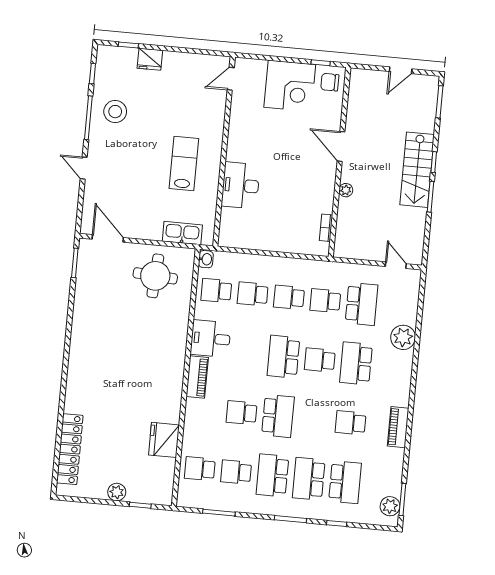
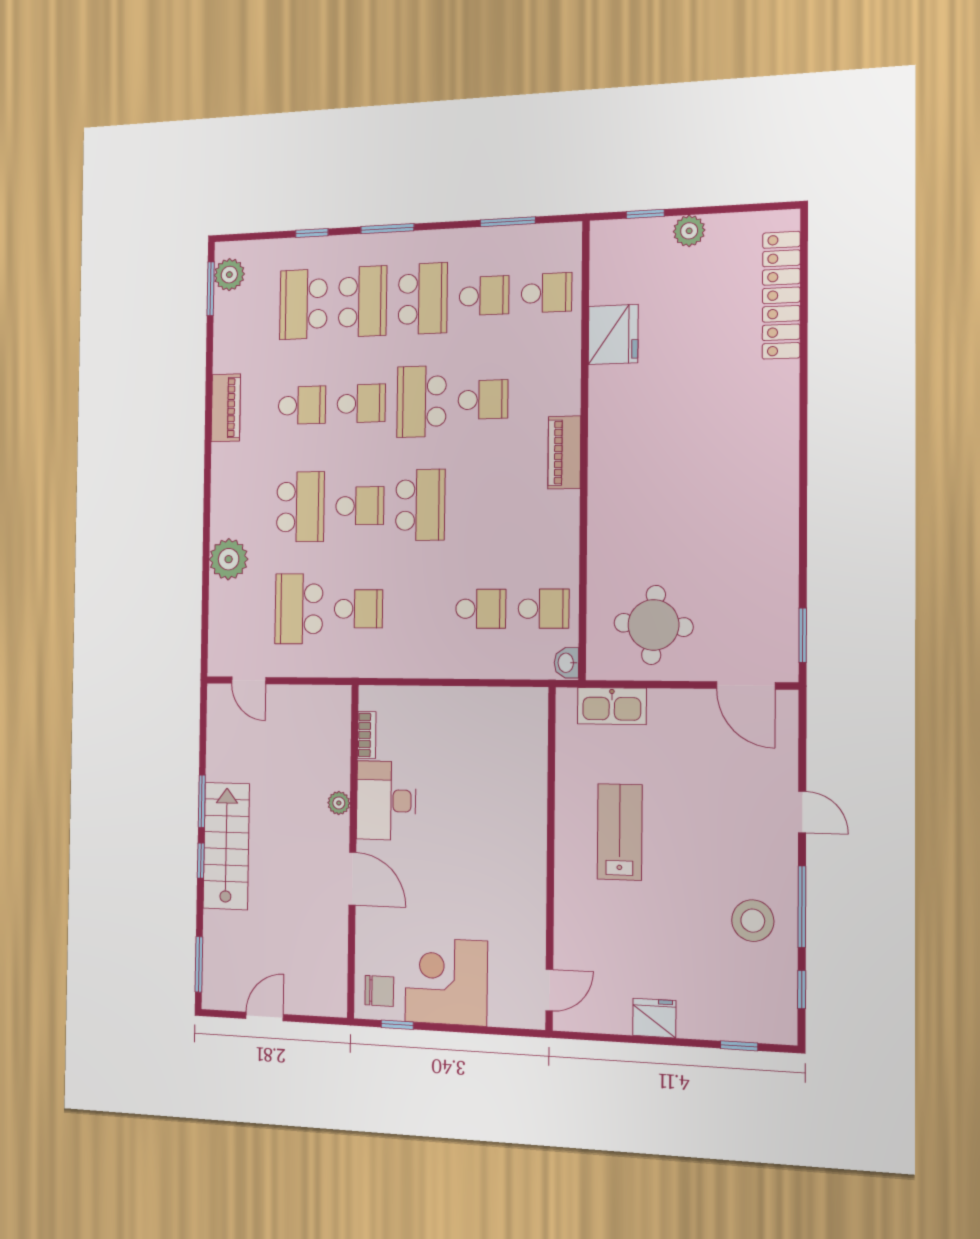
fridge: (150, 59) -> (654, 1018), moved
lab bench: (184, 164) -> (620, 832), turned 180
desk: (241, 185) -> (386, 801), moved, turned 180
school desk: (289, 297) -> (361, 403), moved
desk: (211, 339) -> (547, 523), removed

